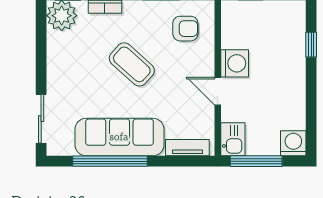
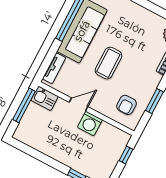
coffee table: (132, 64) -> (108, 63), moved, turned -42
washing machine: (293, 143) -> (23, 133), removed

